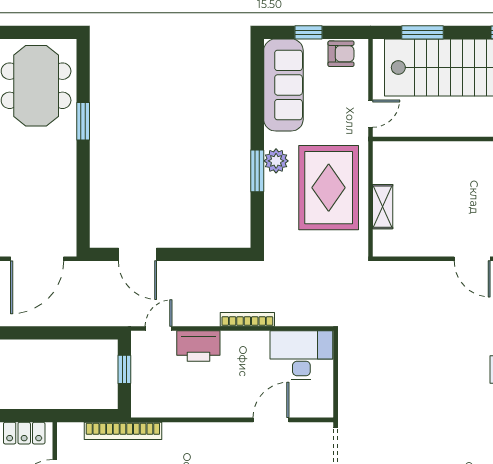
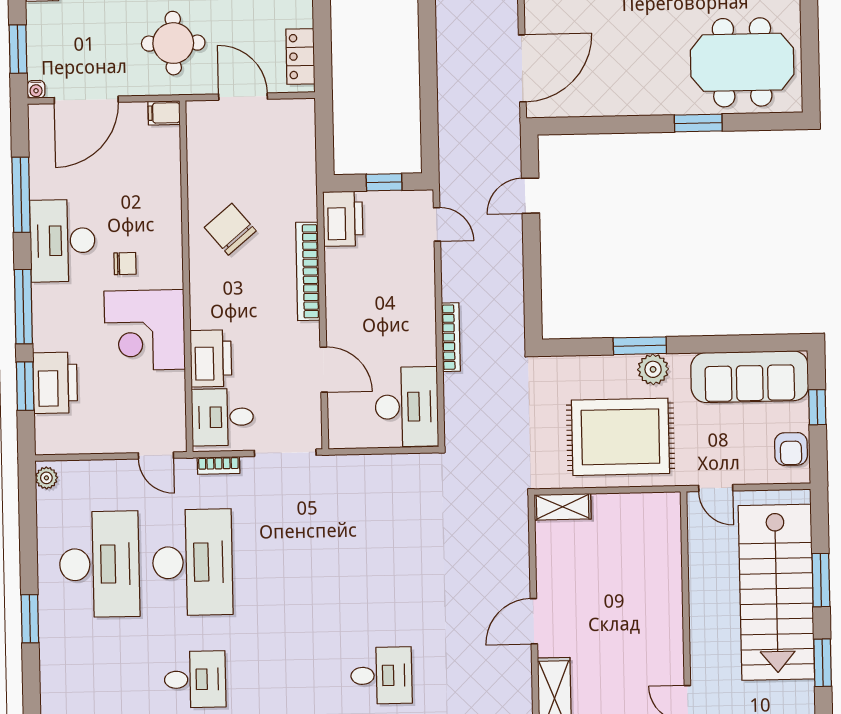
window: (422, 32) -> (821, 580), moved
shelving: (383, 207) -> (563, 507), moved
door: (137, 254) -> (530, 196), width x0.73
door: (37, 259) -> (522, 68), swing flipped
printer: (198, 346) -> (343, 219), moved, turned 180
bookcase: (123, 431) -> (308, 271), moved

